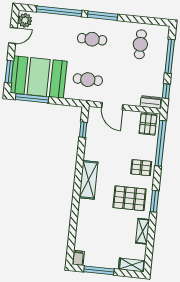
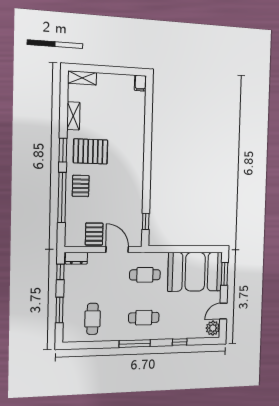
window: (59, 11) -> (180, 342), width x0.32
window: (170, 56) -> (60, 310), width x0.69
window: (32, 98) -> (200, 249), removed
pallet: (148, 124) -> (94, 234), moved
window: (161, 143) -> (62, 198), moved
pallet: (141, 168) -> (81, 186), turned 90
shelving: (89, 180) -> (136, 168), removed
window: (99, 270) -> (117, 70), removed

